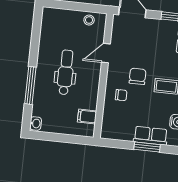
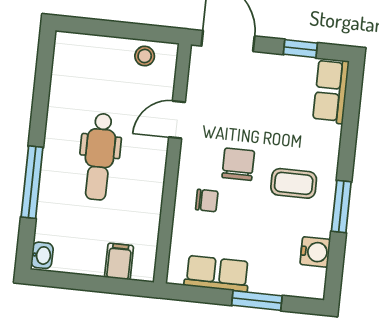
dental chair: (66, 72) -> (100, 157), turned 180
filing cabinet: (87, 117) -> (119, 261), moved, turned 90
row of seats: (151, 136) -> (217, 274), moved

